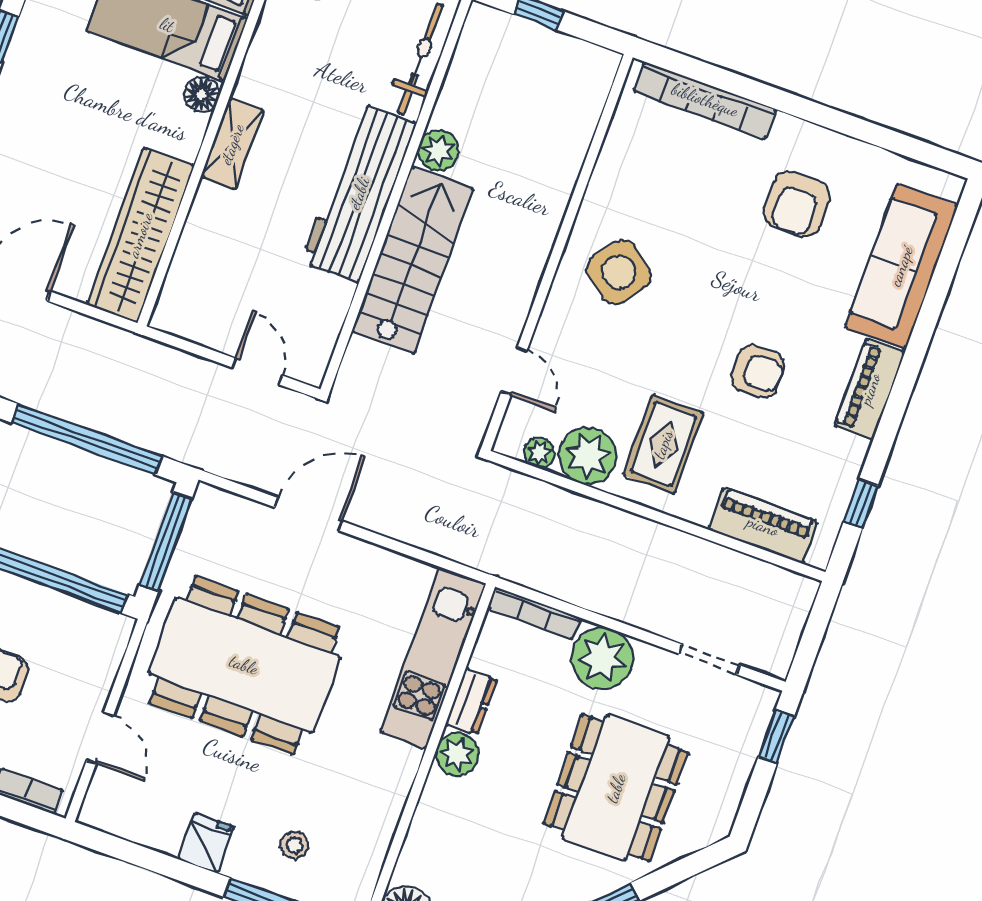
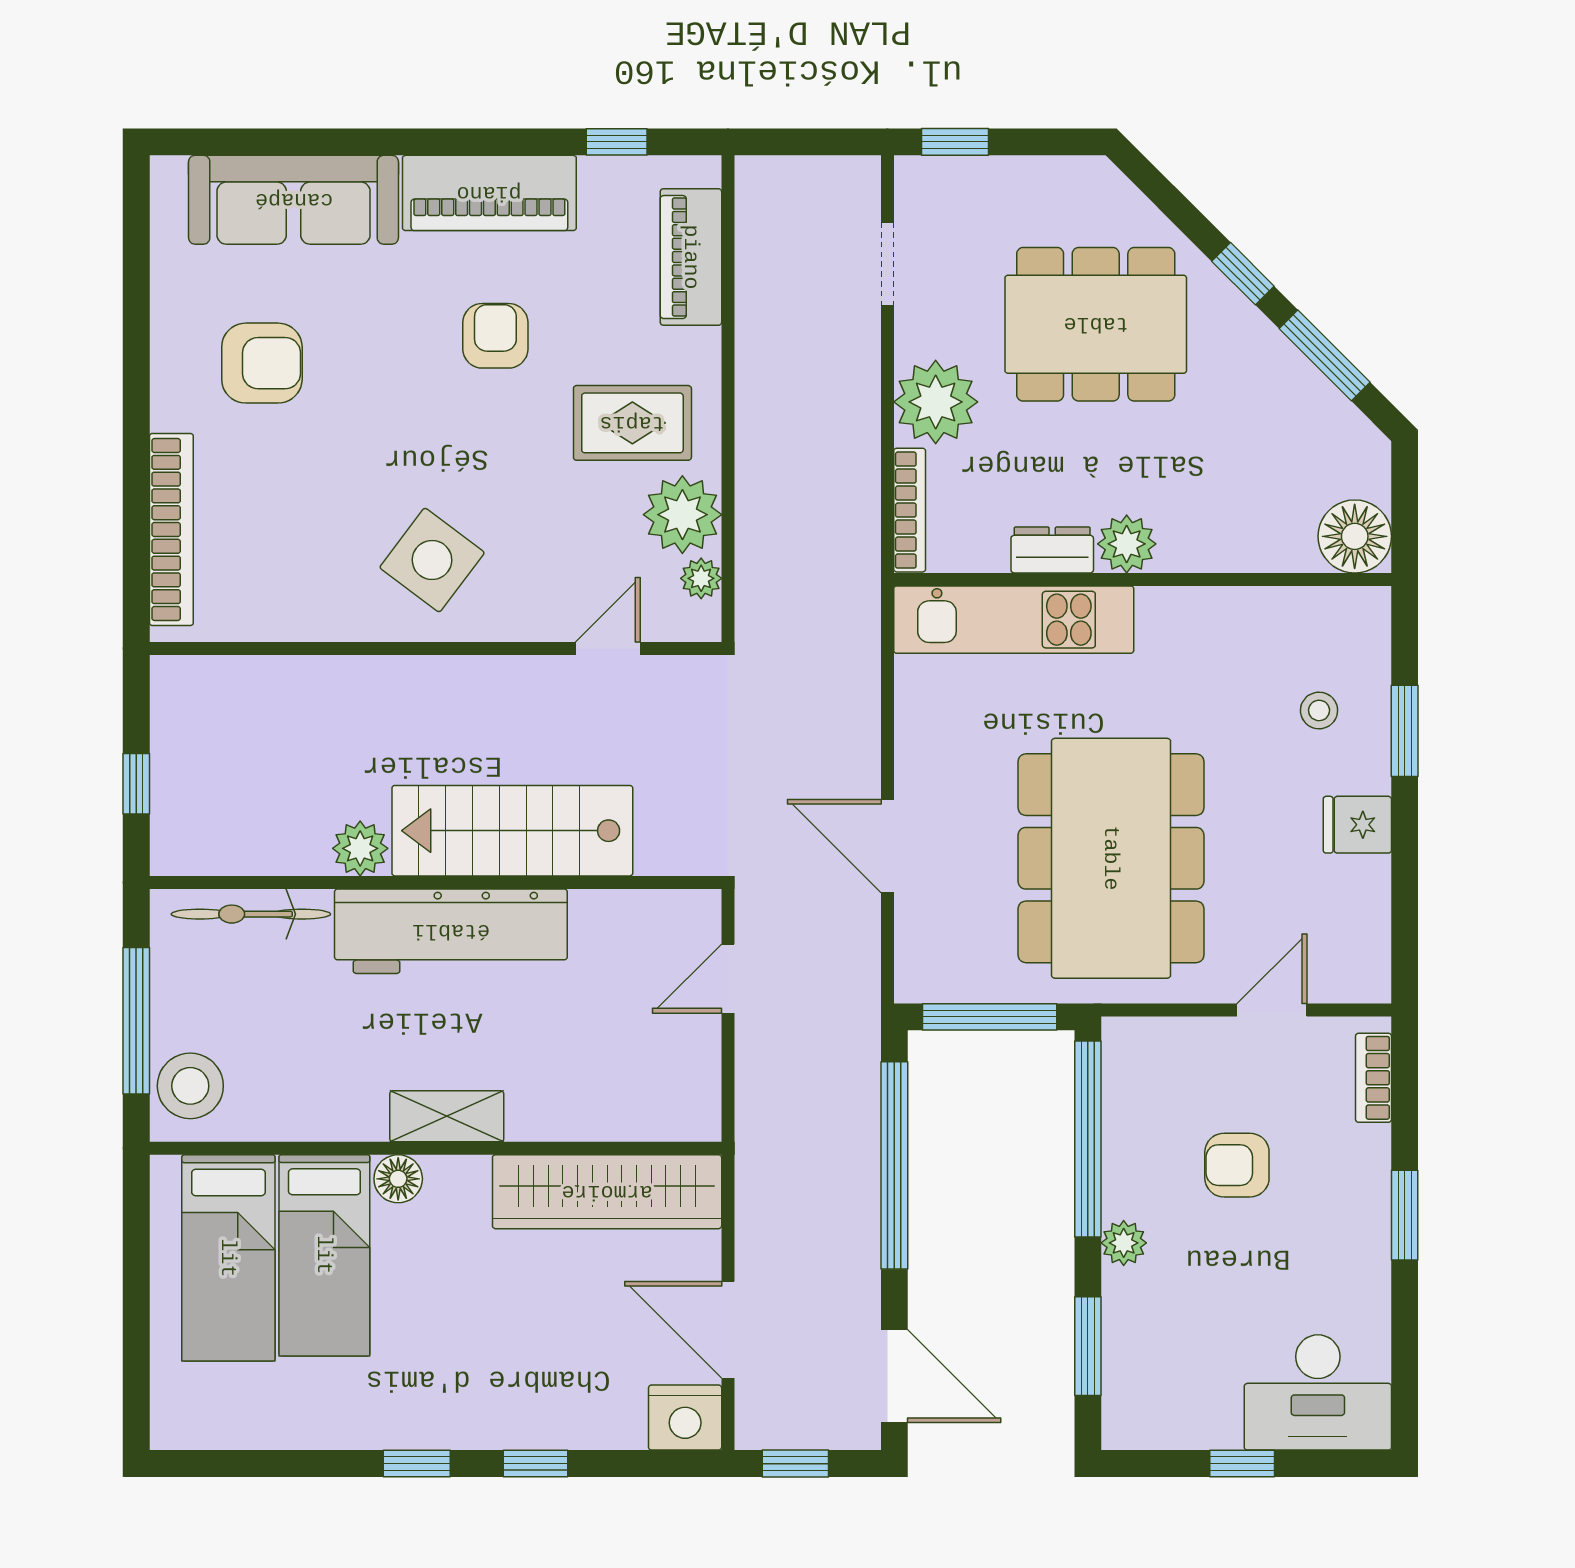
piano: (870, 389) -> (489, 193), width x1.37, depth x1.33

